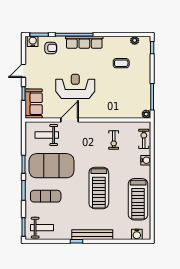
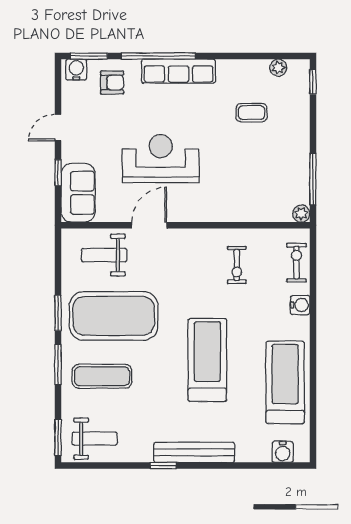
treadmill: (99, 188) -> (207, 360), turned 180
treadmill: (138, 199) -> (285, 382), turned 180

